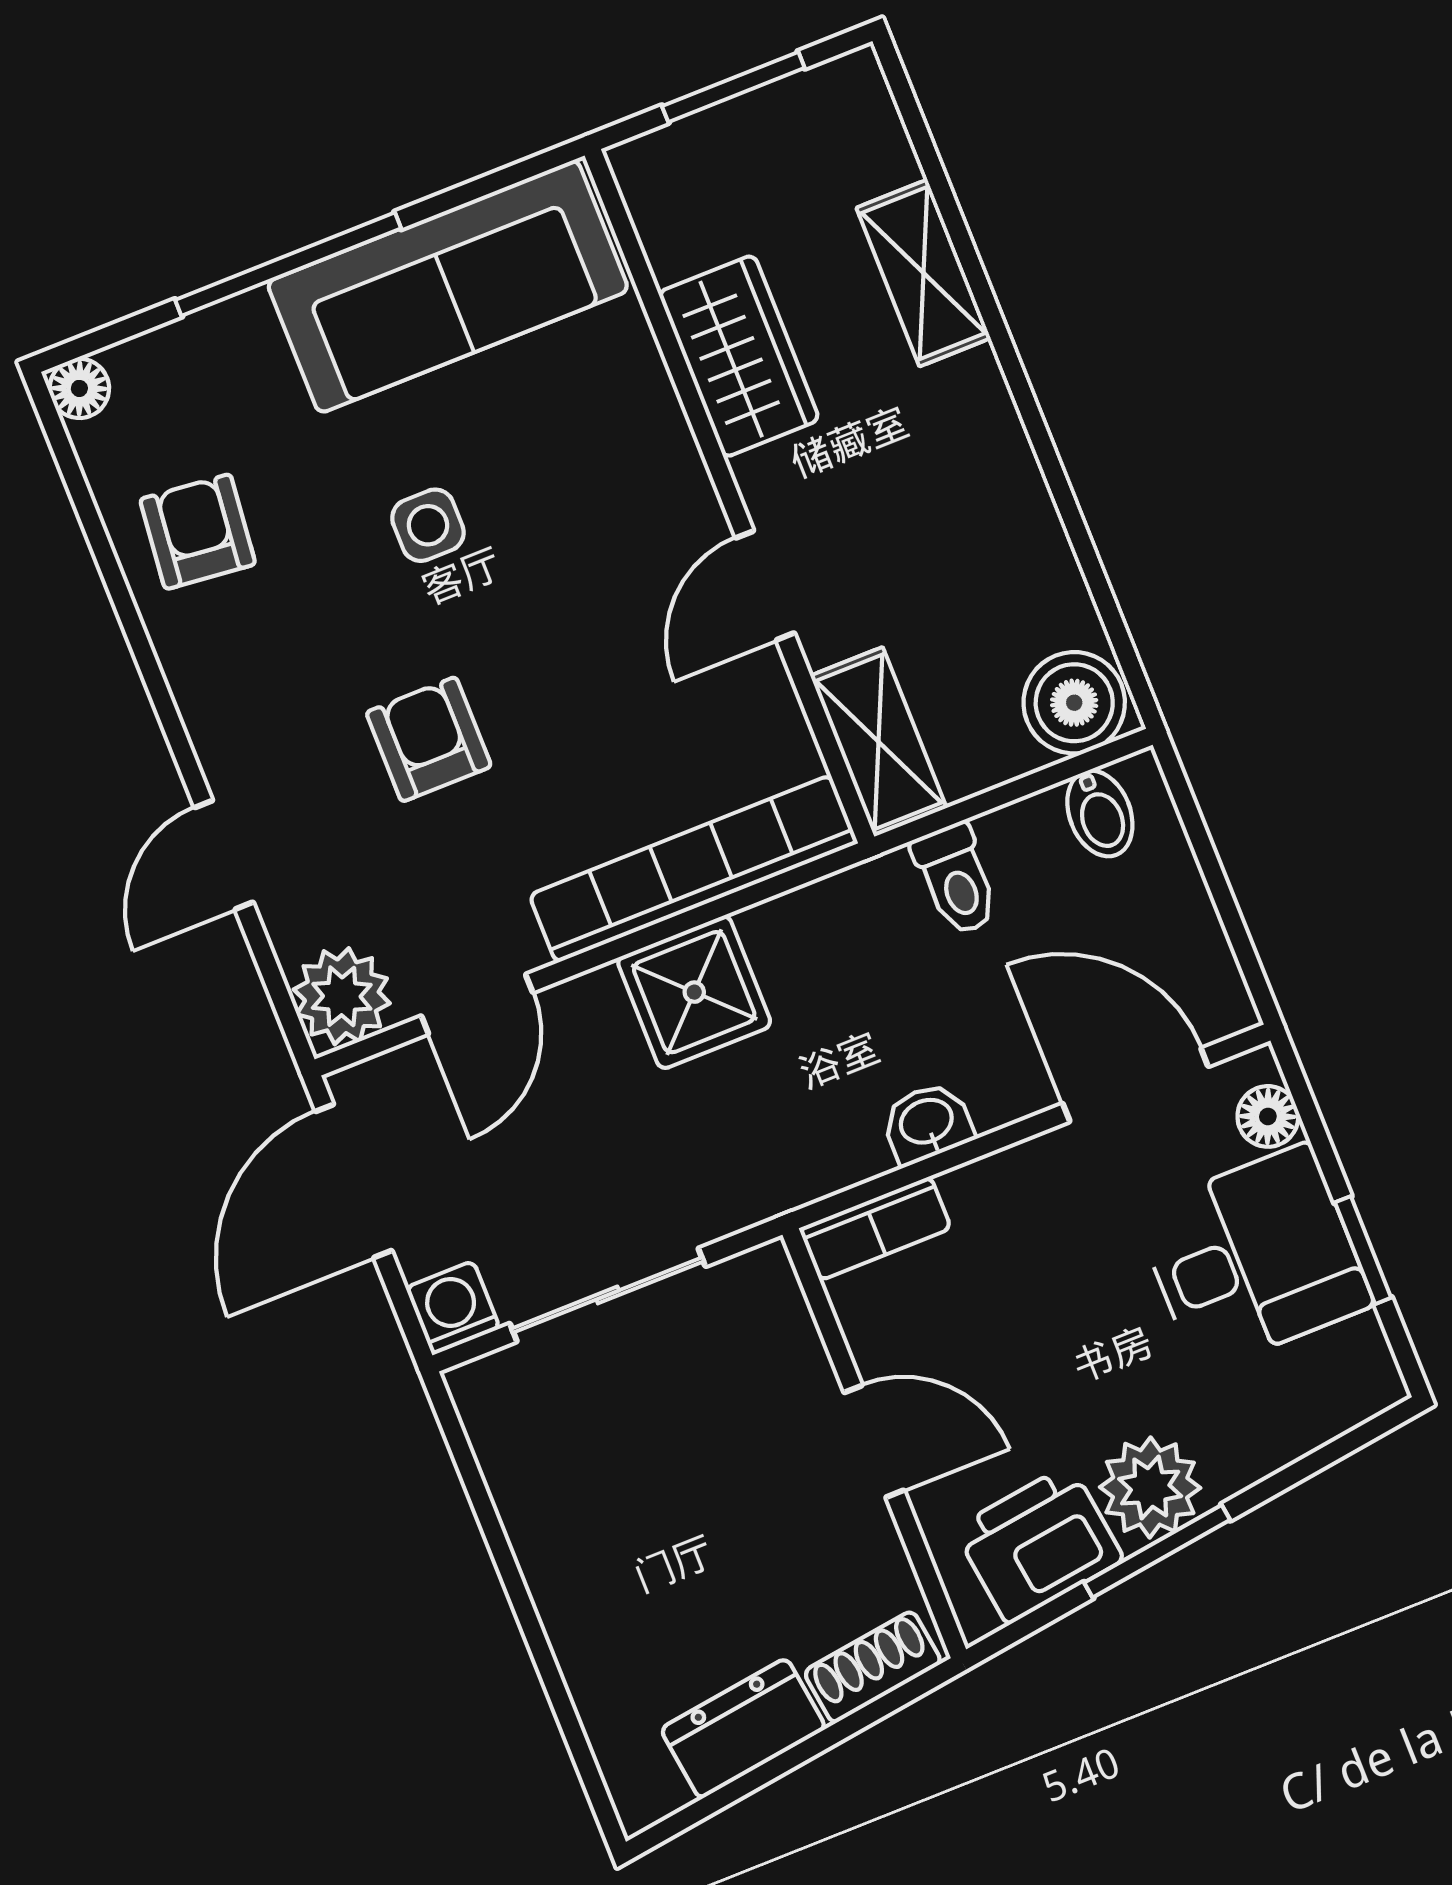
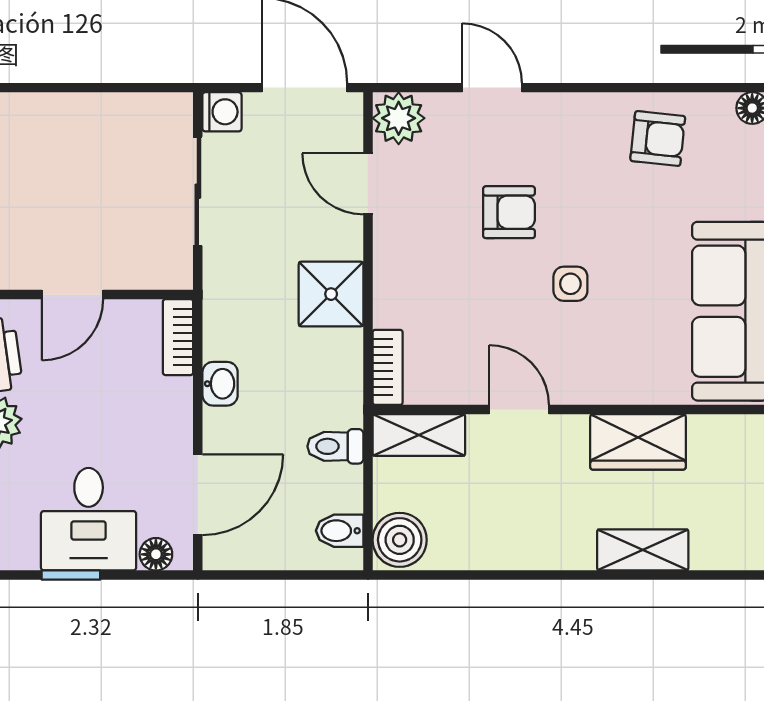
side table: (428, 525) -> (570, 284), moved
bookcase: (694, 869) -> (388, 367), width x0.43, depth x0.76

